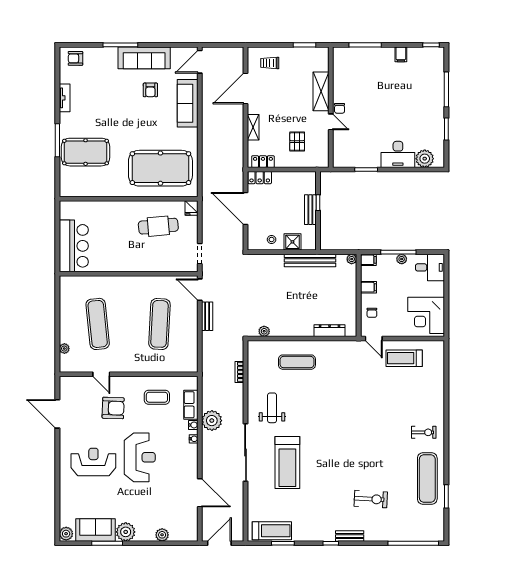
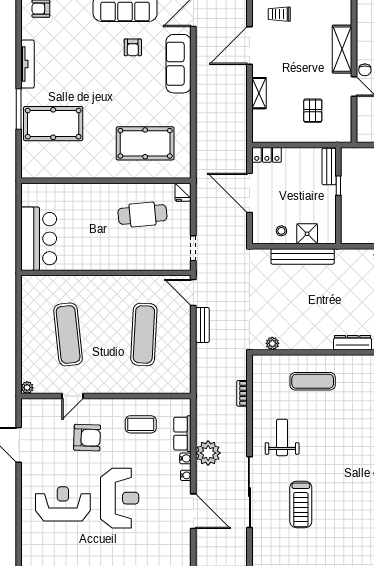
tv unit: (65, 98) -> (28, 64), width x1.41
locker: (263, 162) -> (271, 135), removed
pool table: (160, 168) -> (145, 143), width x0.73, depth x0.76
bench: (310, 210) -> (329, 167), moved
bench: (310, 260) -> (303, 256), moved
plant: (64, 349) -> (27, 388), moved
door: (101, 374) -> (72, 396), hinge flipped
treadmill: (287, 462) -> (301, 504), width x0.73, depth x0.73
door: (200, 493) -> (193, 511), moved

